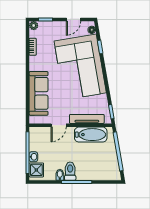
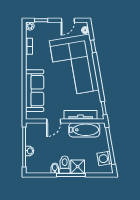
washing machine: (112, 165) -> (104, 158), added
shower: (36, 170) -> (78, 167), moved

